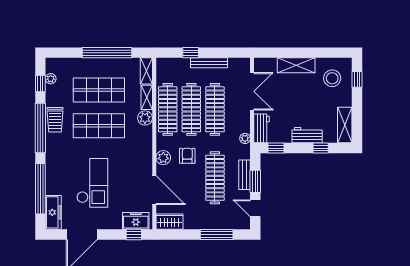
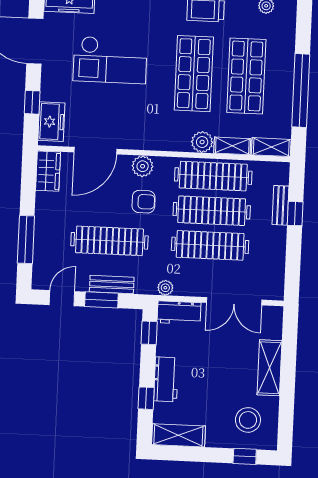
bench: (209, 63) -> (280, 205), moved, width x0.73
window: (134, 234) -> (32, 102), moved

